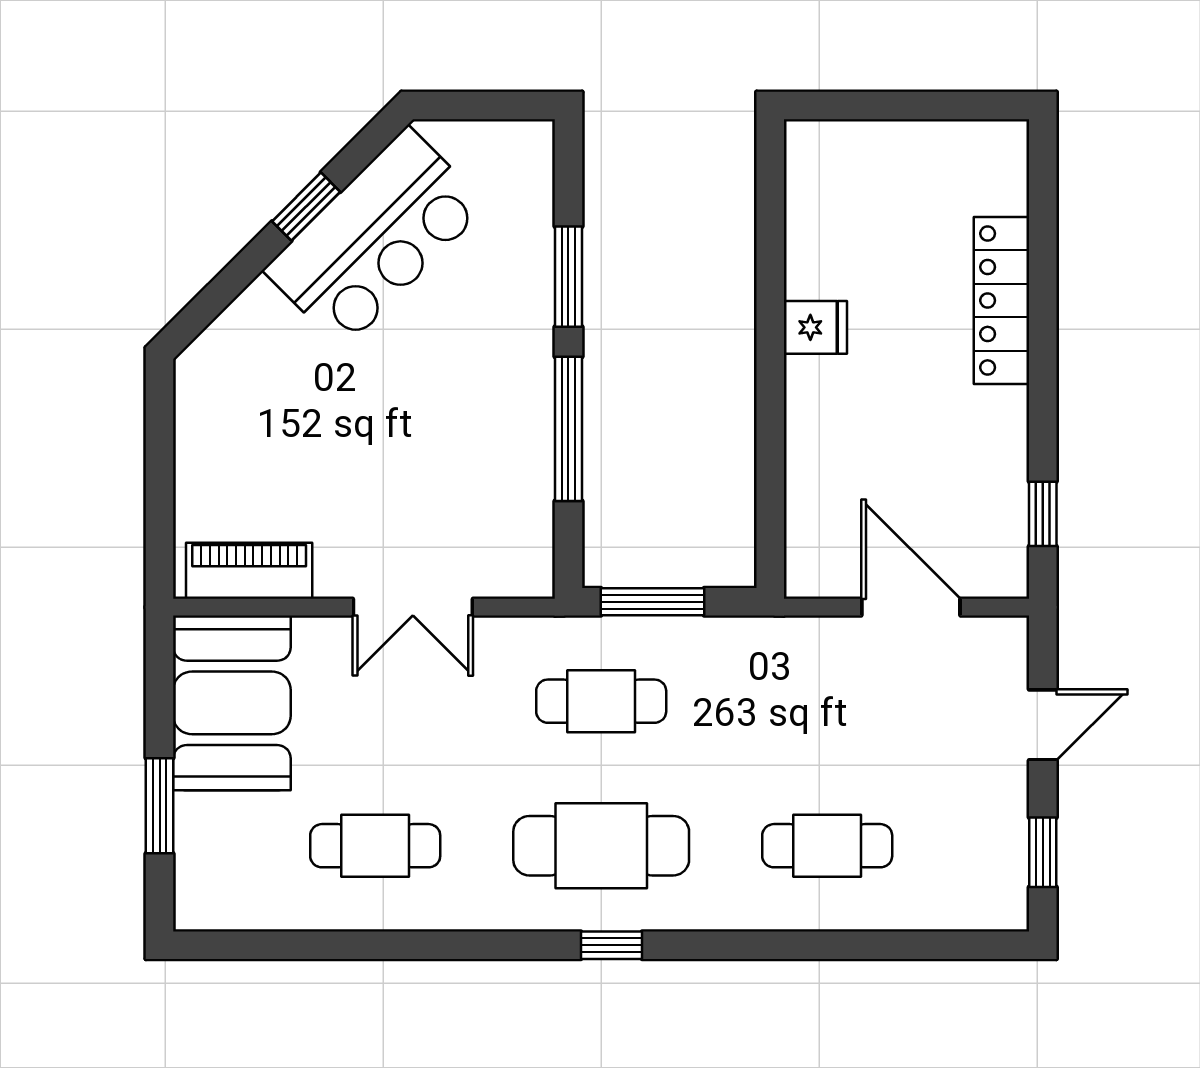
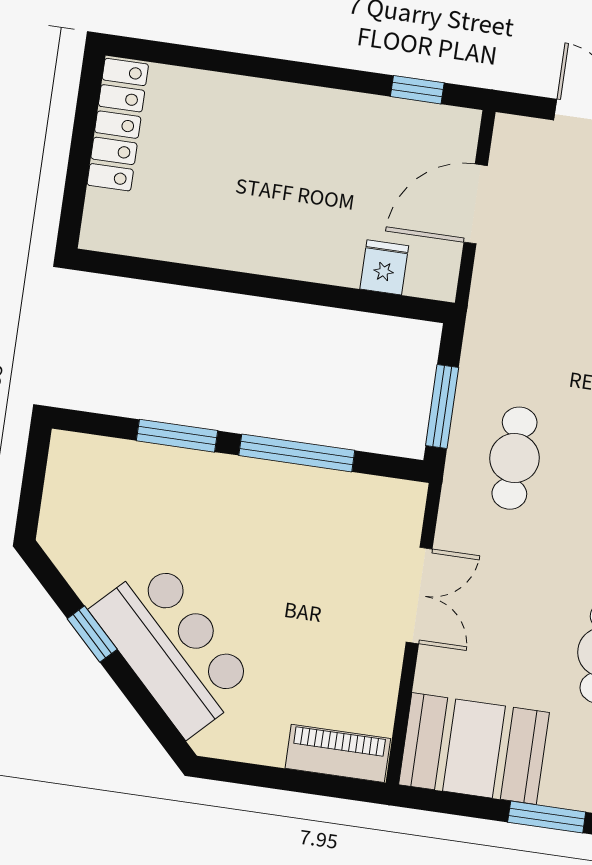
bar counter: (375, 238) -> (173, 648), moved
locker: (1001, 300) -> (118, 125), moved, turned -90
fridge: (815, 327) -> (384, 267), moved
piano: (249, 571) -> (338, 753), moved, turned 90

